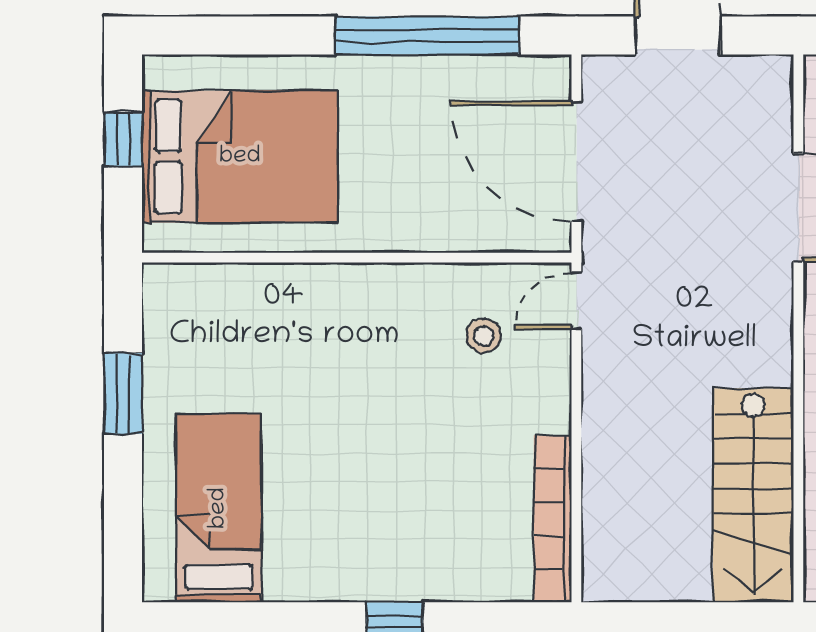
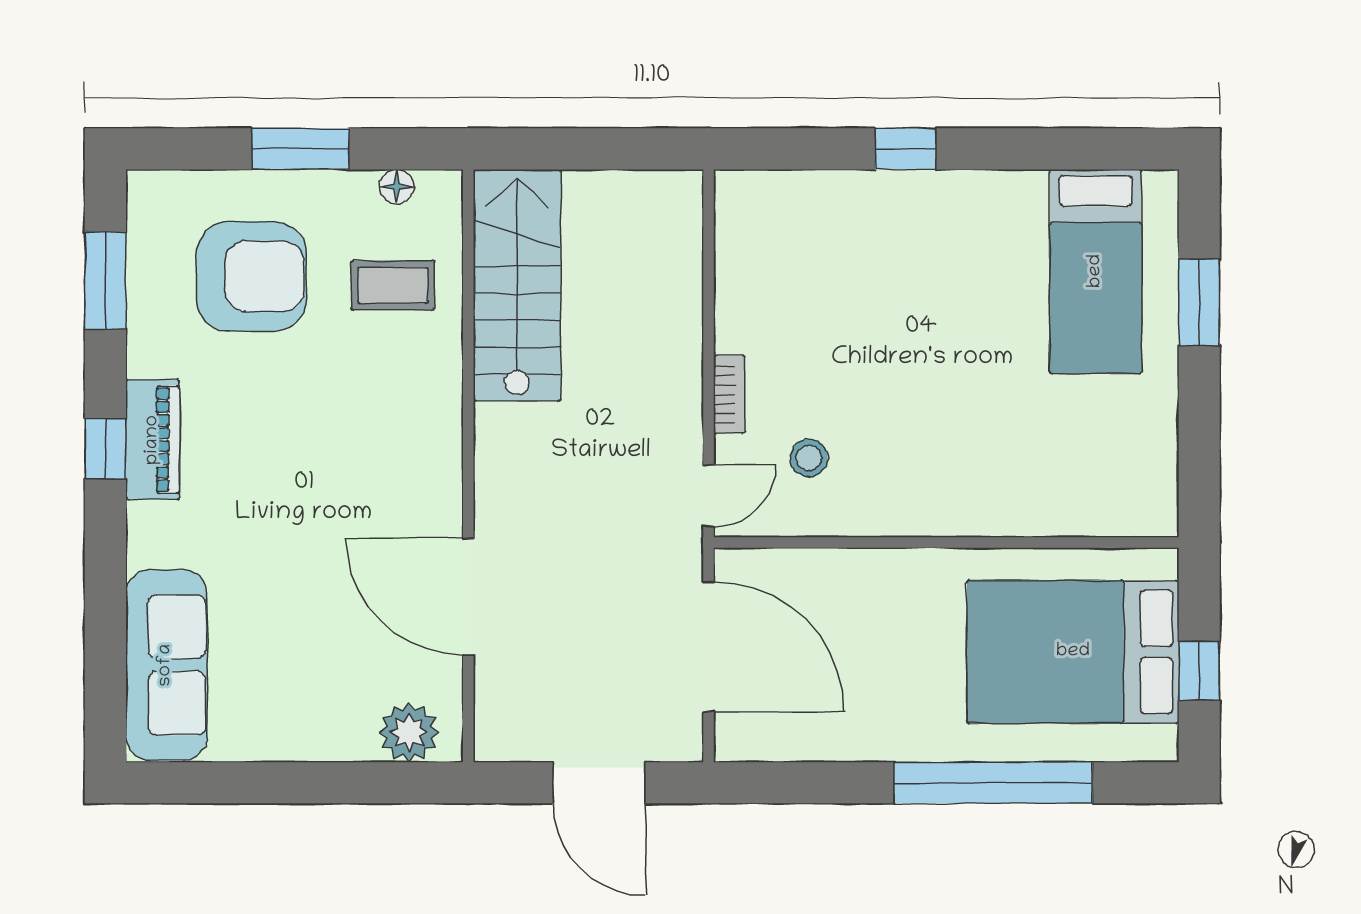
window: (427, 36) -> (993, 783), moved
window: (123, 394) -> (1199, 302), moved
bookcase: (553, 519) -> (729, 394), moved, width x0.43, depth x0.76

